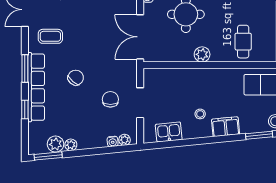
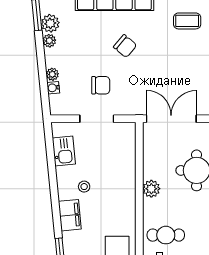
coffee table: (50, 36) -> (187, 21), moved, turned 90
plant: (125, 140) -> (52, 74), moved

